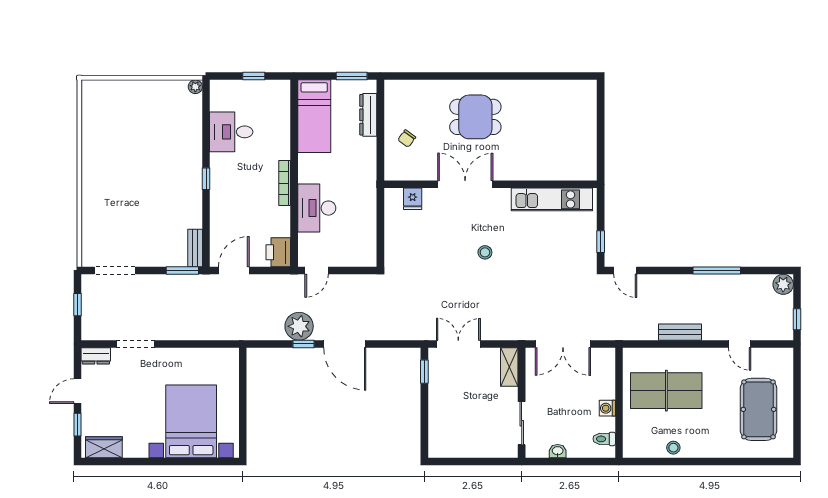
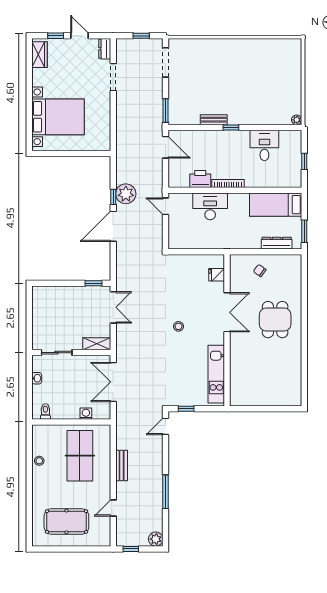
bench: (195, 248) -> (214, 120), moved
printer: (278, 252) -> (200, 179), moved
washing machine: (607, 408) -> (86, 414), moved

